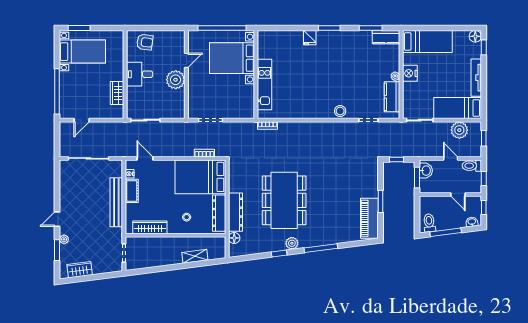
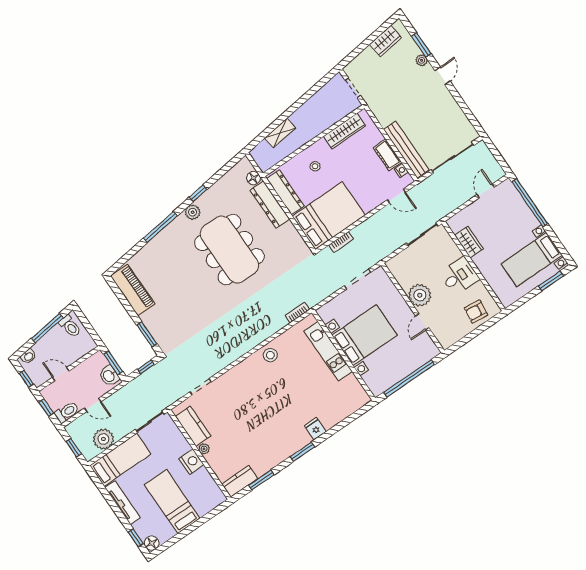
bed: (427, 41) -> (172, 502), moved, turned 90
bed with nightstands: (232, 58) -> (365, 335), moved
stool: (340, 111) -> (270, 355), moved
window: (380, 201) -> (147, 334), moved
bench: (116, 202) -> (406, 150), moved

